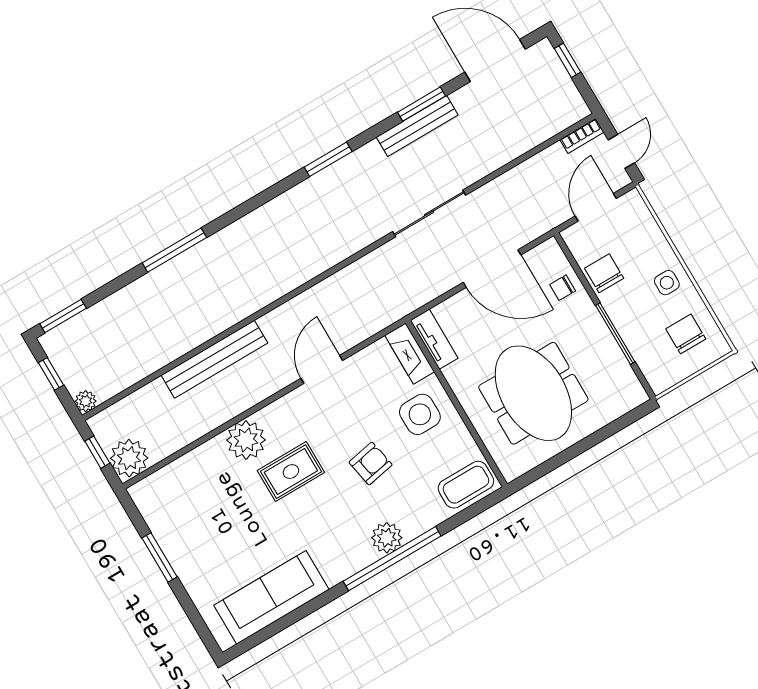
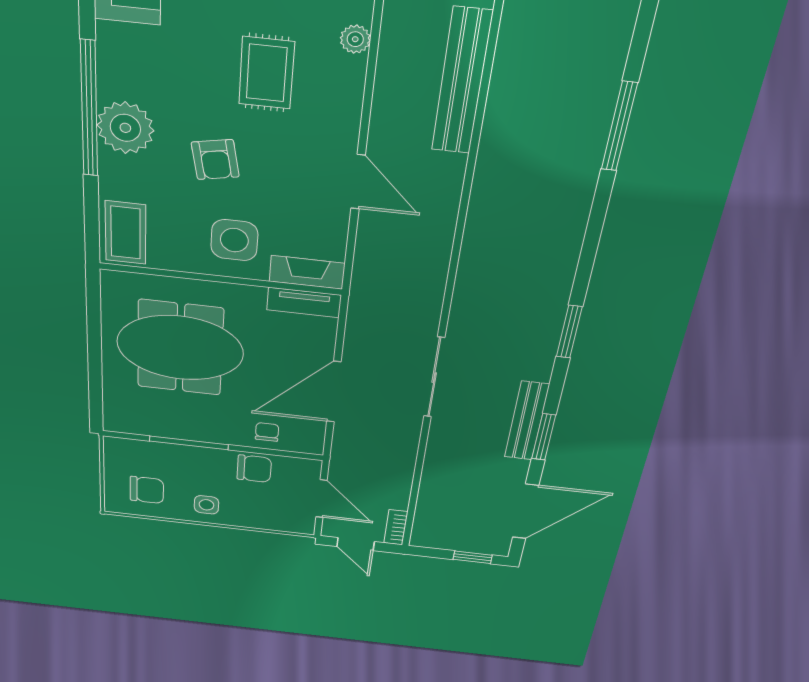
plant: (246, 440) -> (355, 39), width x0.53, depth x0.53
plant: (387, 538) -> (125, 128), width x1.36, depth x1.36

